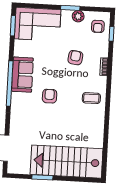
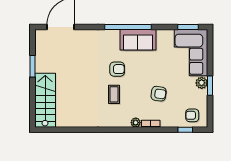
plant: (78, 16) -> (202, 83), moved
plant: (102, 81) -> (136, 123), added
coffee table: (91, 98) -> (114, 94), moved
stairs: (67, 162) -> (45, 100), width x0.73, depth x0.66

